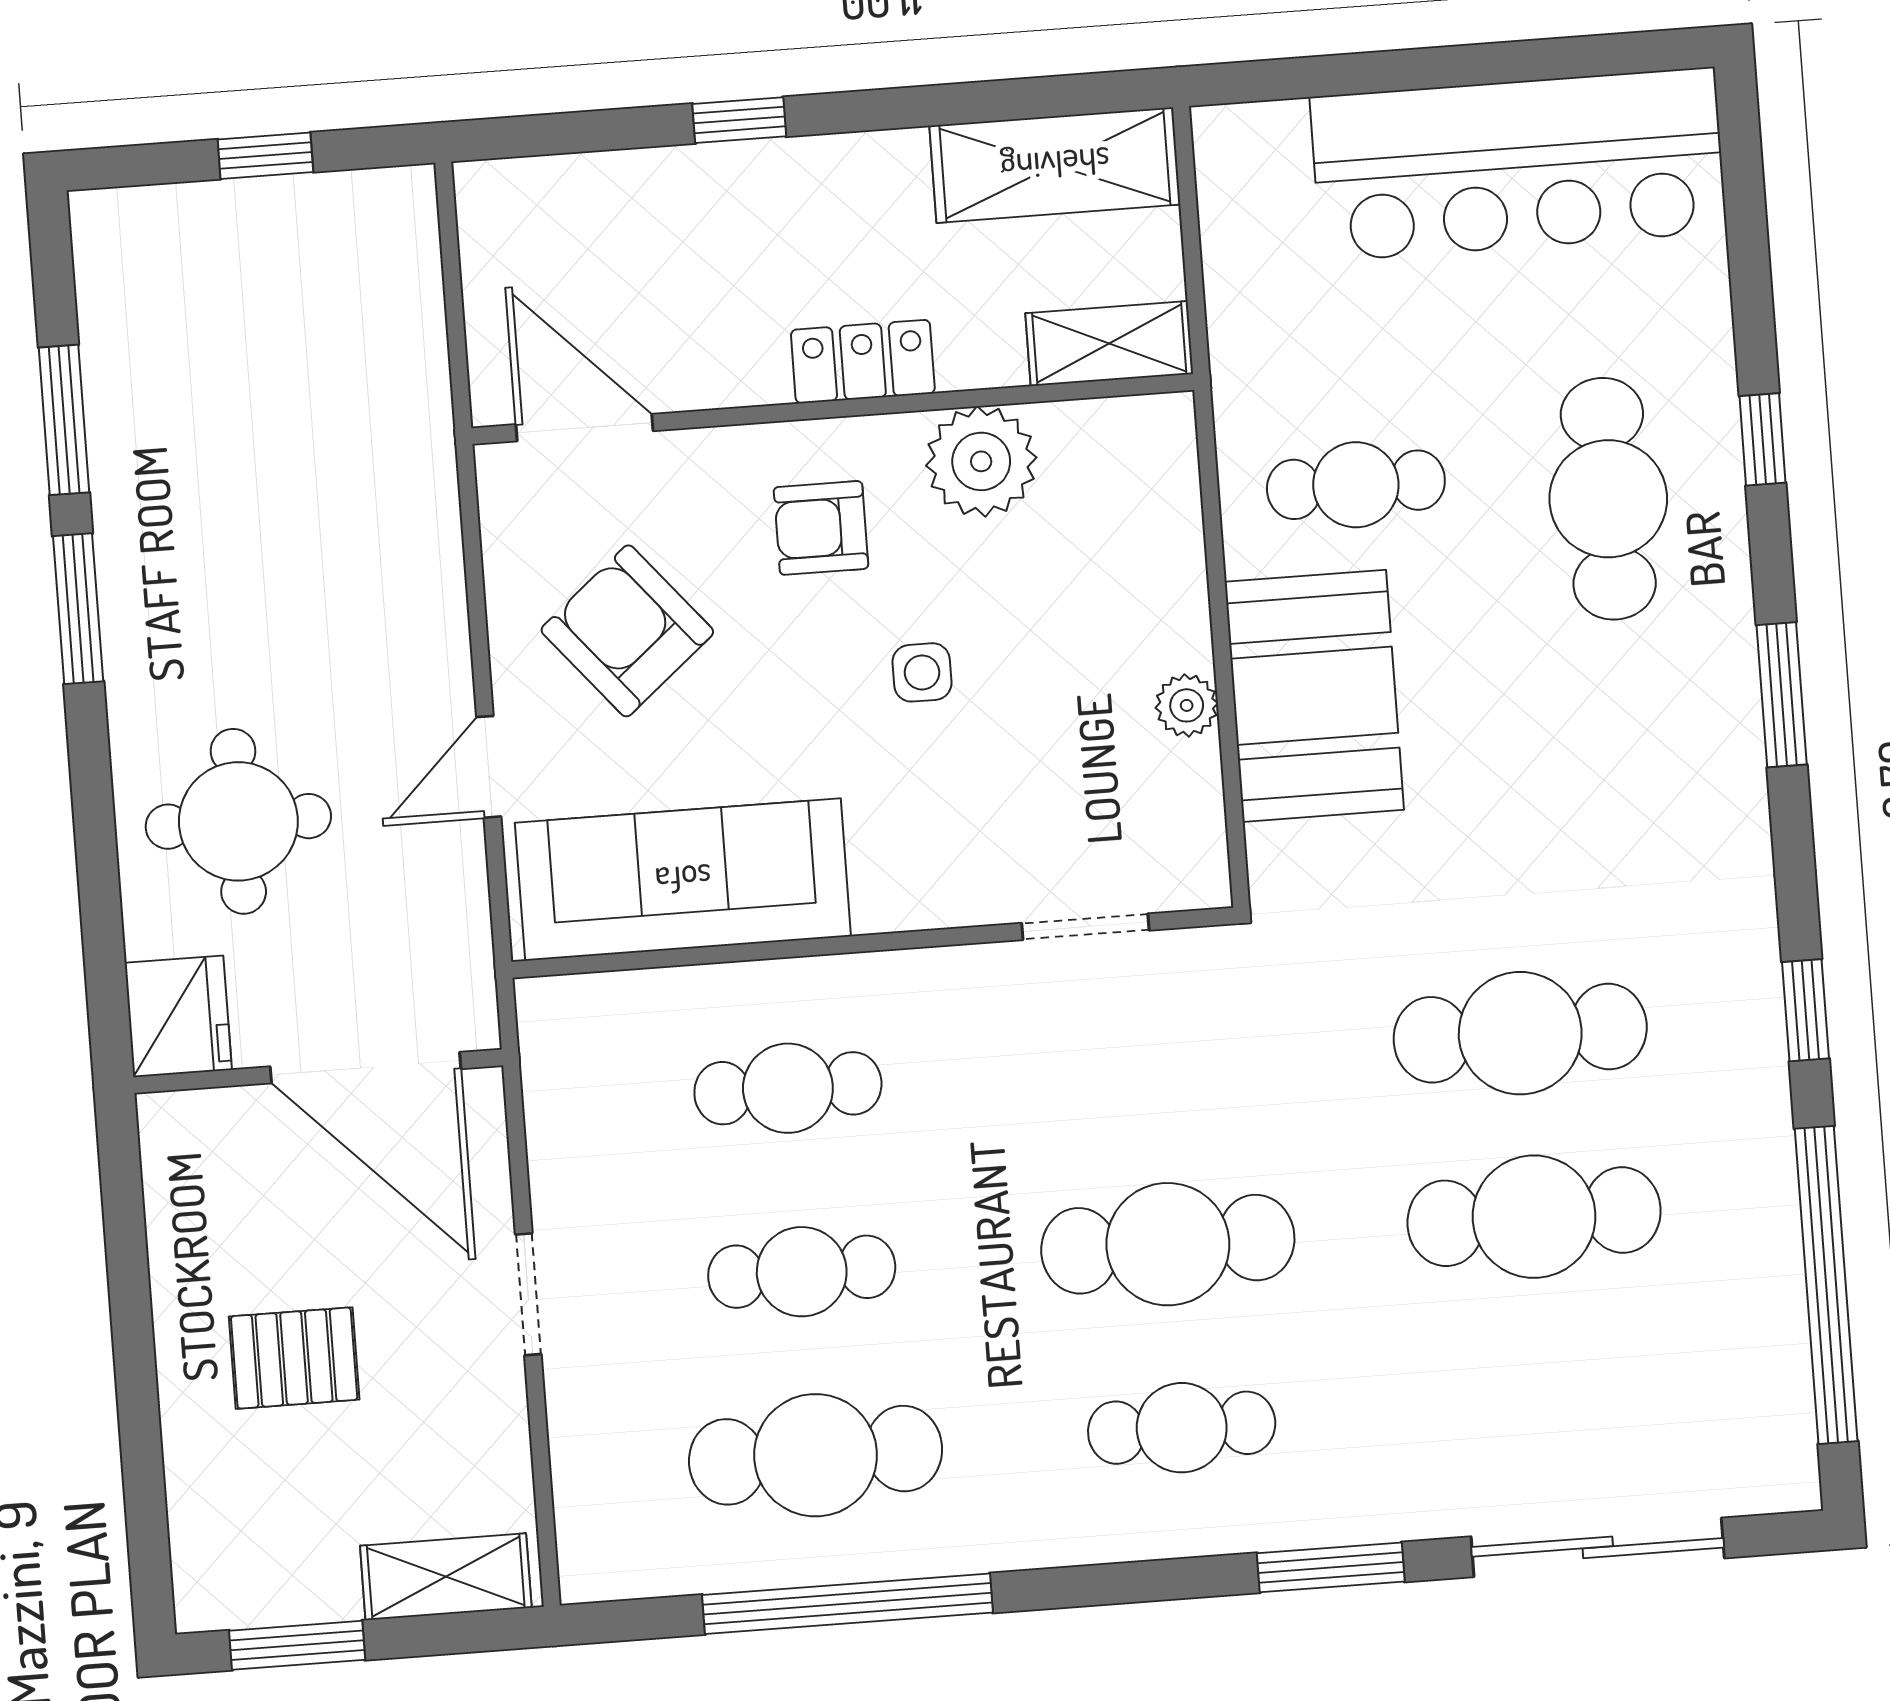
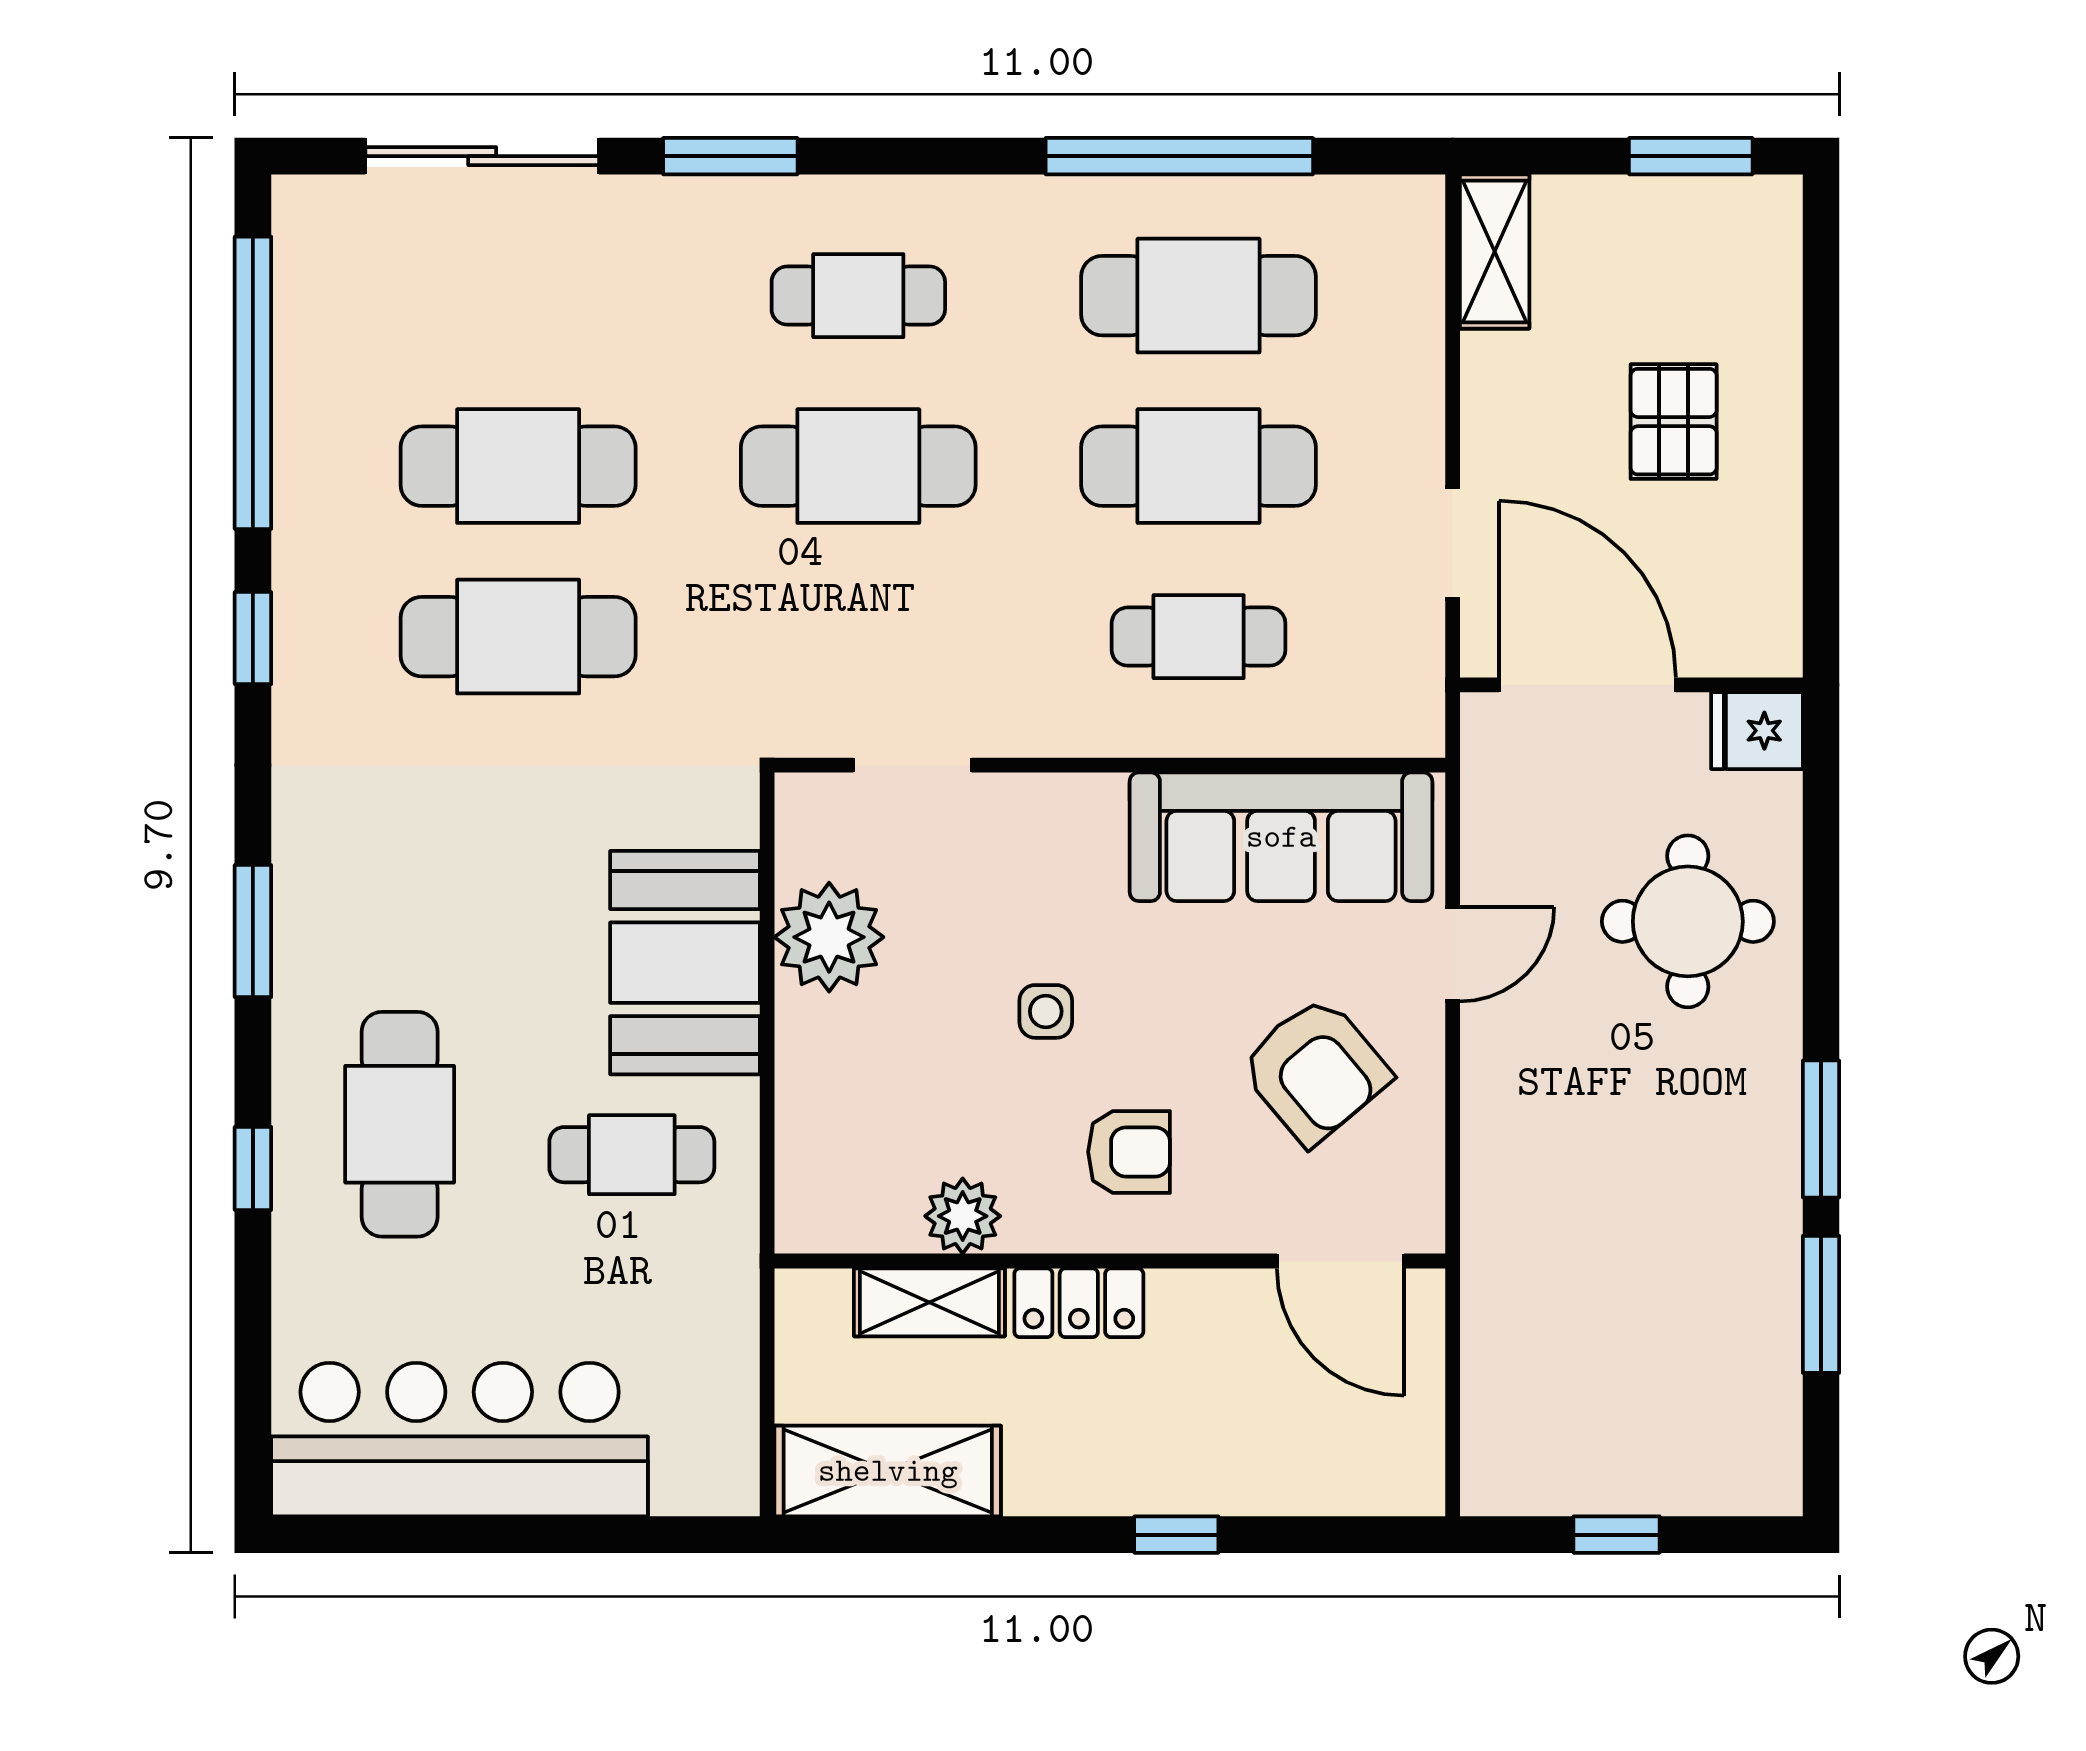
shelving: (1109, 344) -> (929, 1302), moved
plant: (981, 461) -> (963, 1216), width x0.73, depth x0.73
plant: (1187, 705) -> (829, 937), width x1.88, depth x1.88
fridge: (178, 1016) -> (1757, 731), width x0.72
cafe table: (802, 1272) -> (1199, 466), width x1.37, depth x1.35
doorway: (528, 1294) -> (1453, 543), moved
pallet: (294, 1358) -> (1674, 422), turned 90
shelving: (446, 1577) -> (1495, 251), moved, turned 90

